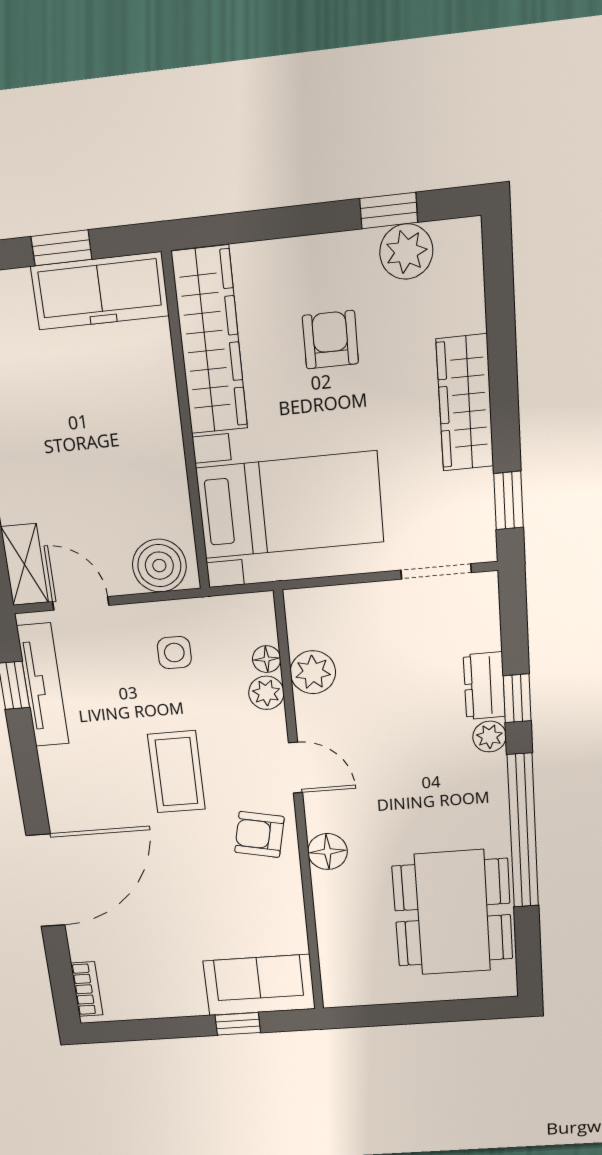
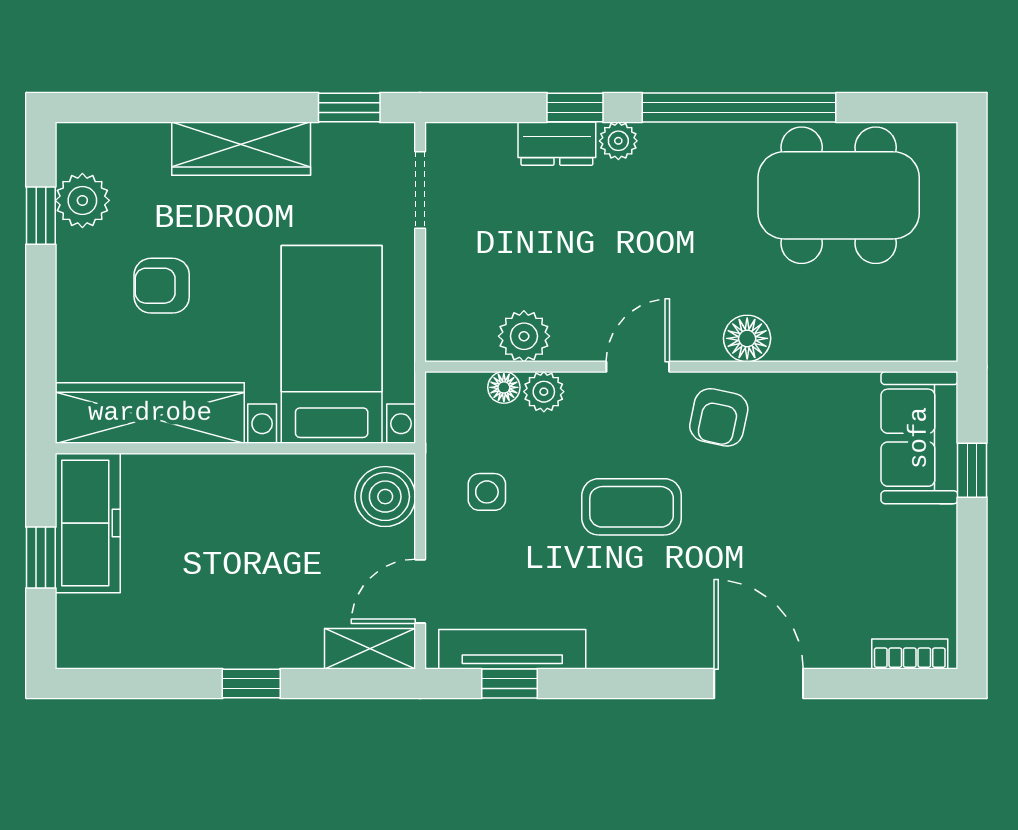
door: (46, 881) -> (759, 683), width x0.73

